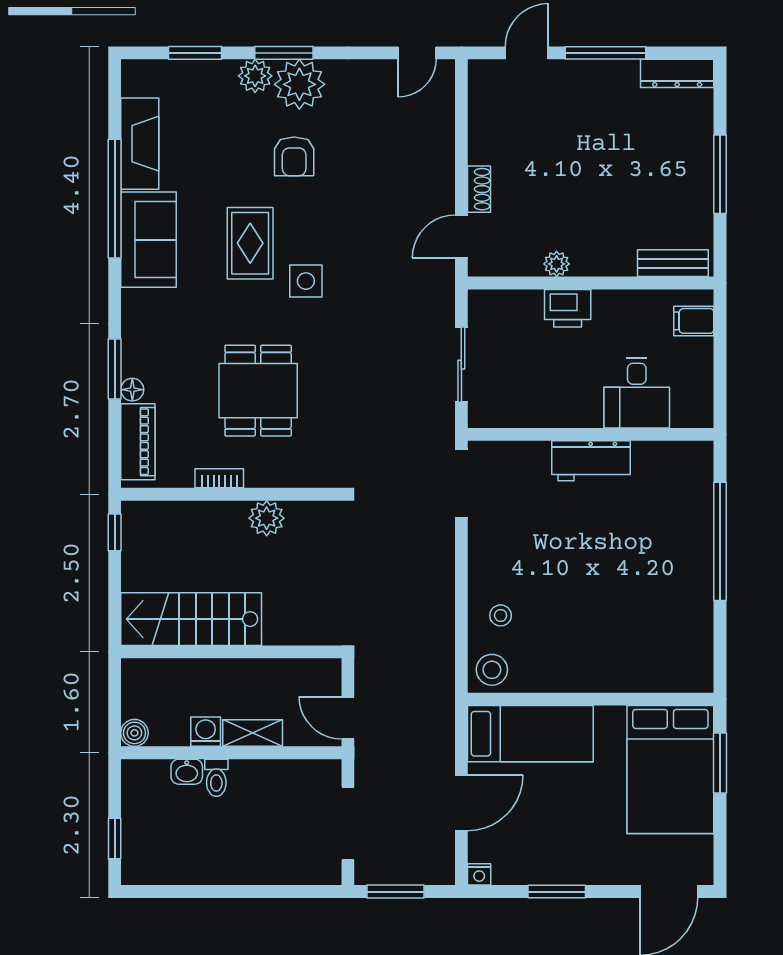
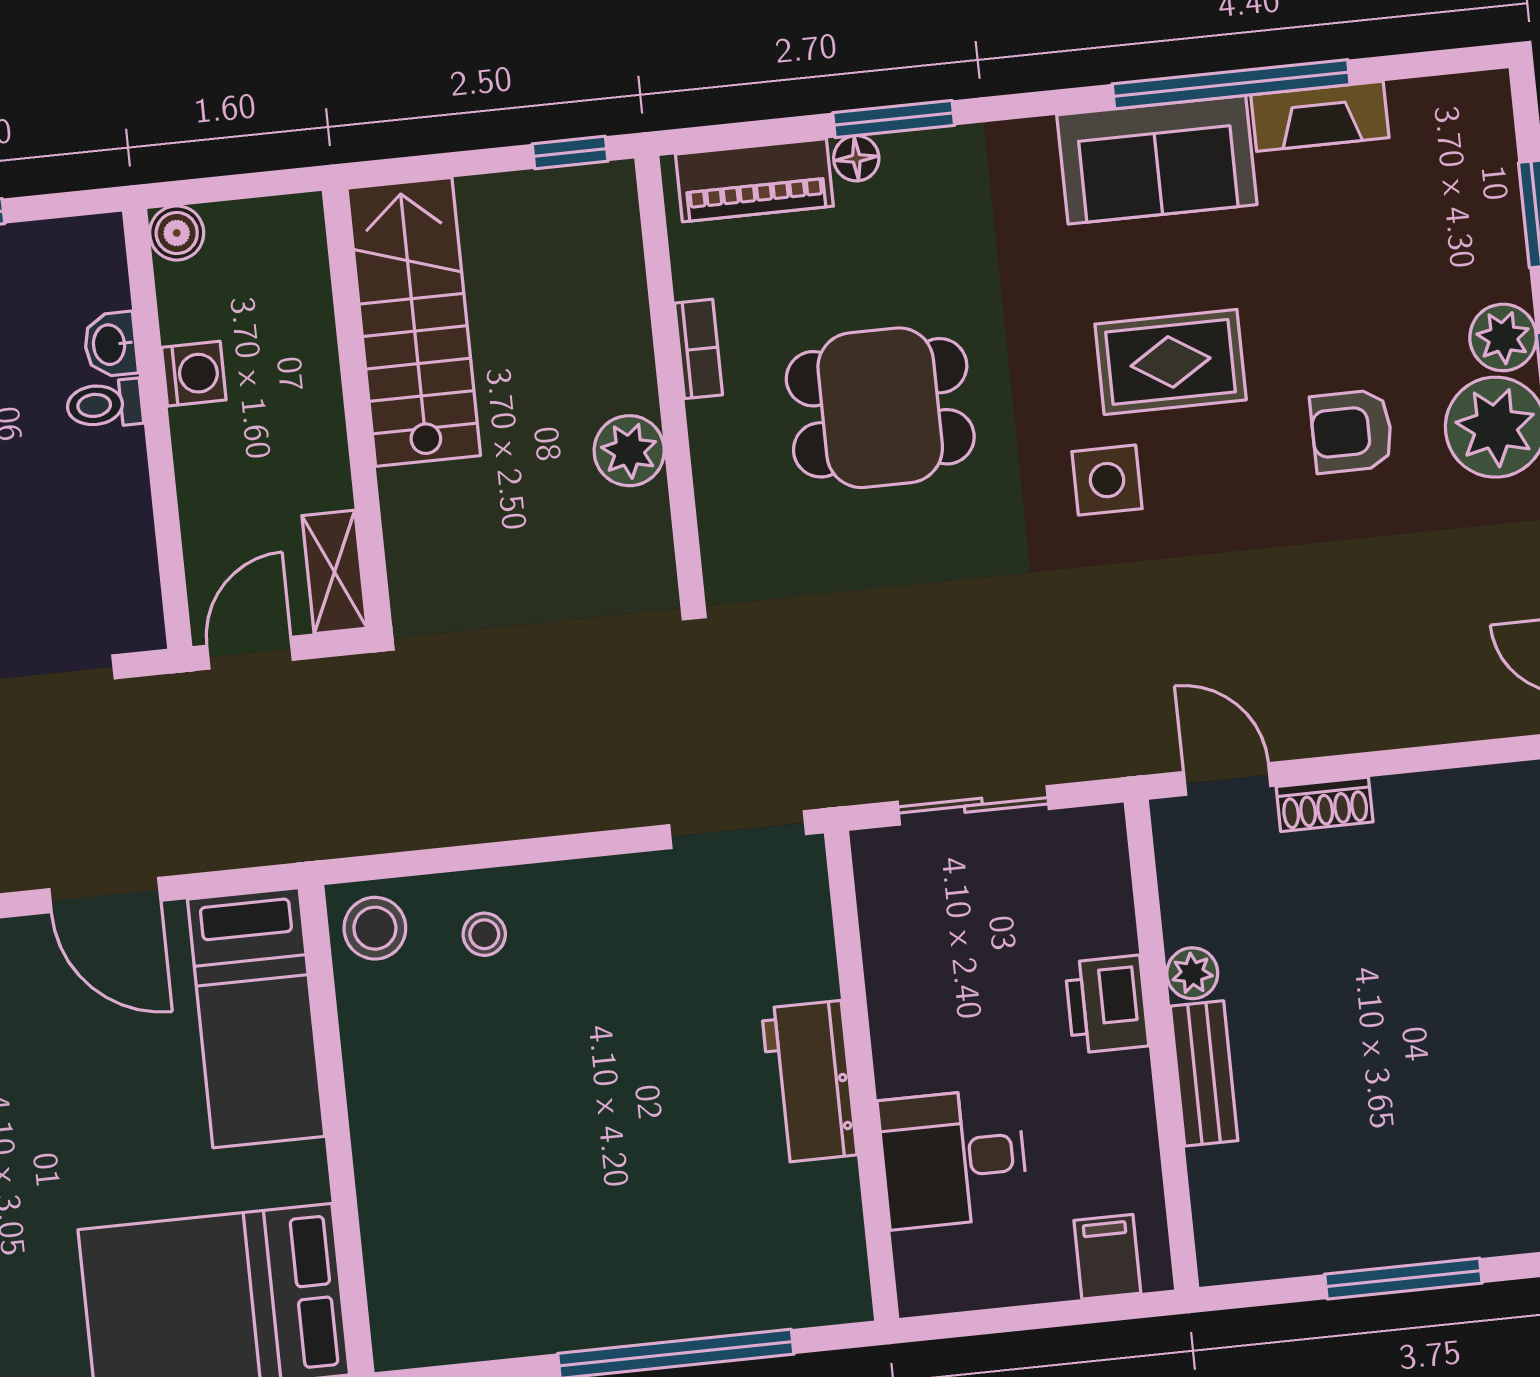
fireplace: (140, 144) -> (1320, 116), width x0.73, depth x0.76
bench: (673, 263) -> (1204, 1073), moved
shelving: (253, 733) -> (334, 572), moved

